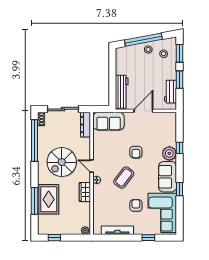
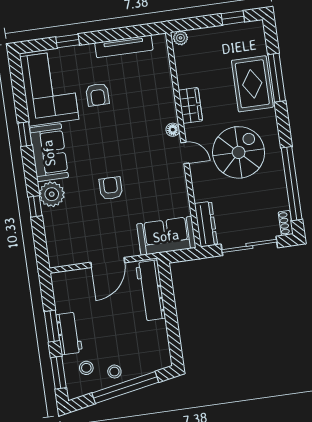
workbench: (170, 92) -> (69, 333), moved
coffee table: (124, 177) -> (126, 141), removed

